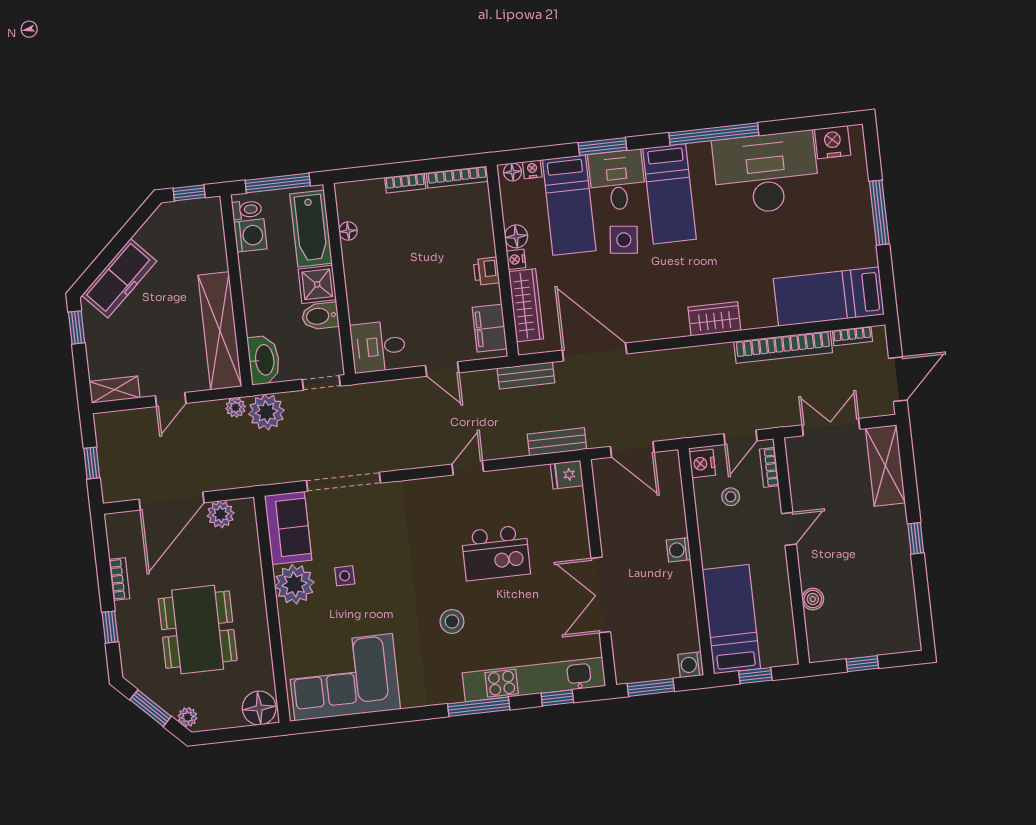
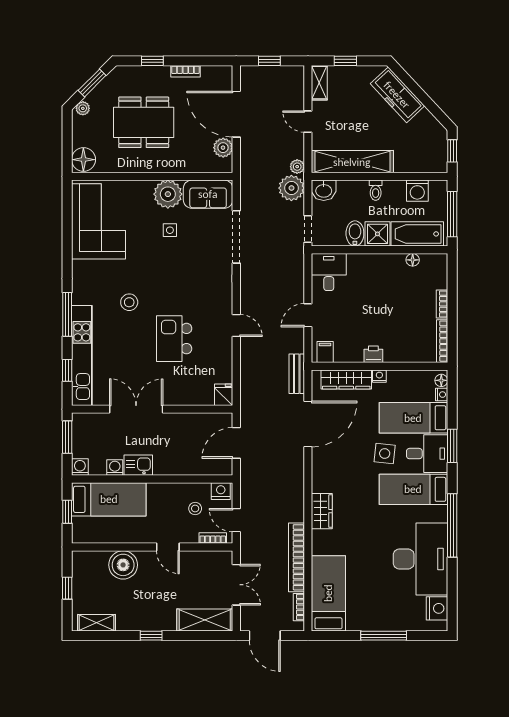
toilet: (247, 210) -> (376, 190), moved
floor lamp: (516, 236) -> (396, 378), removed
window: (77, 327) -> (345, 61), moved
filing cabinet: (490, 328) -> (325, 352), width x0.50
washbasin: (264, 360) -> (324, 190), width x0.72
bench: (557, 442) -> (248, 390), removed
washing machine: (678, 550) -> (115, 467), moved
kitchen sink: (679, 583) -> (138, 465), added
boiler: (813, 599) -> (123, 565), width x1.86, depth x1.86
shelving: (906, 617) -> (97, 623), added

